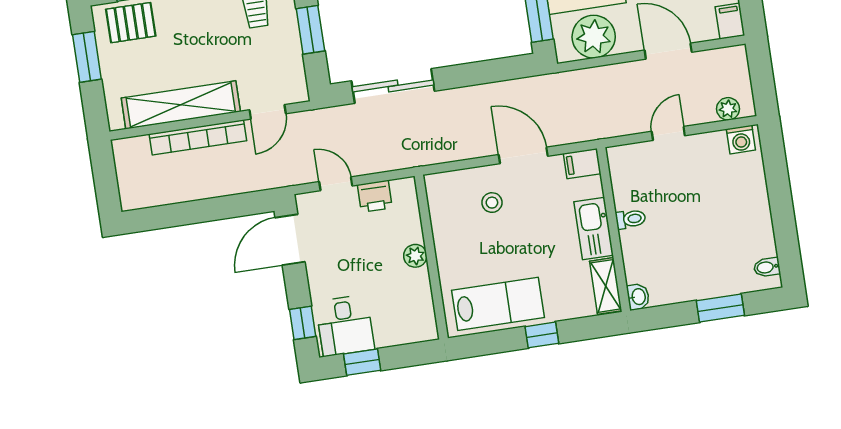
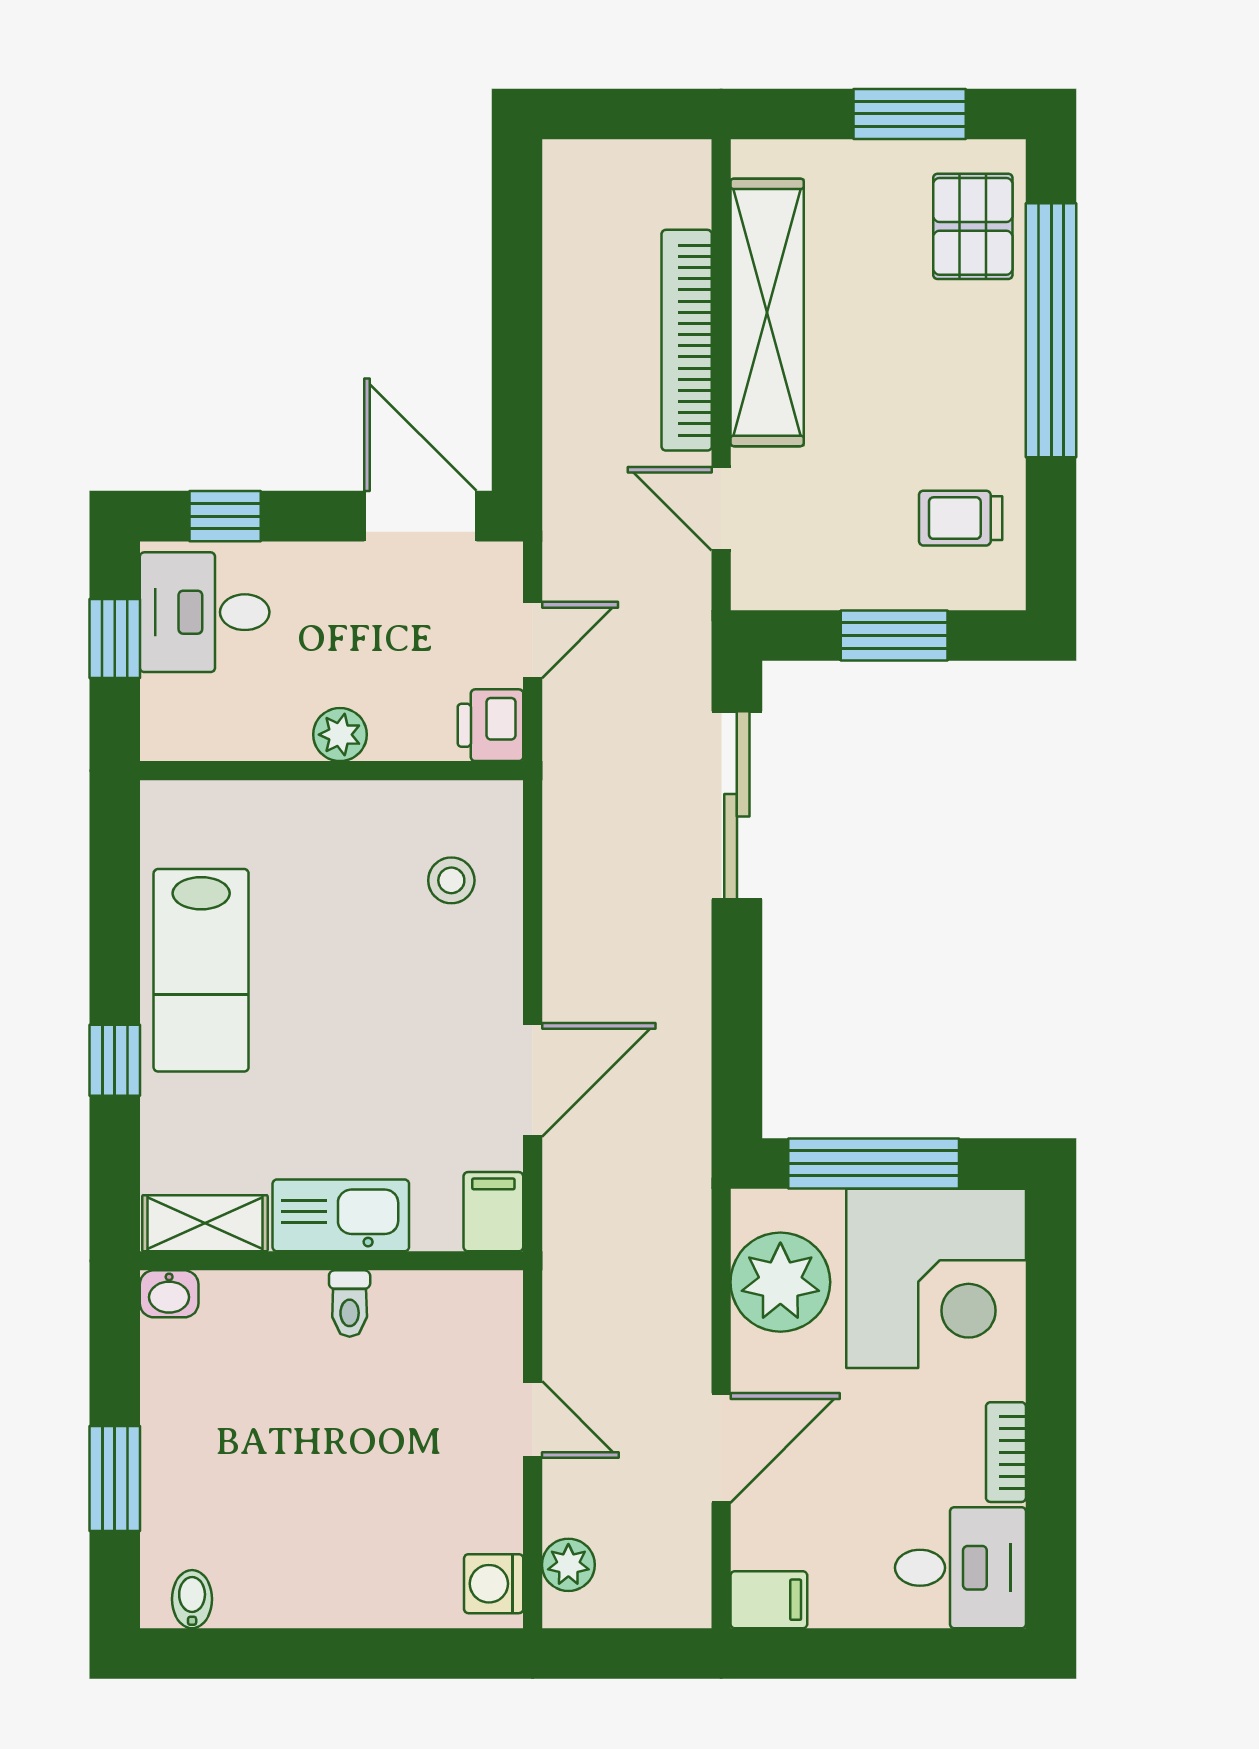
stool: (492, 203) -> (451, 880), moved
plant: (415, 256) -> (340, 735), moved
wall: (431, 257) -> (332, 771), moved

